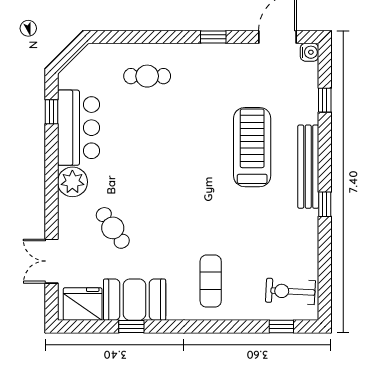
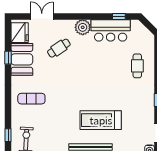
treadmill: (252, 147) -> (101, 120), turned 180

